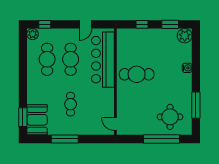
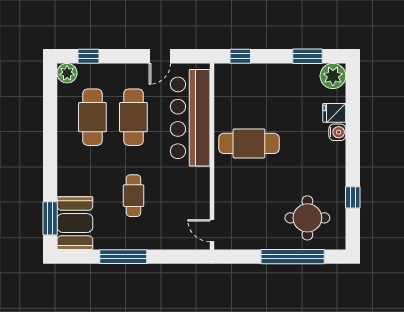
window: (142, 24) -> (240, 56), moved
fridge: (185, 57) -> (334, 113), added
window: (196, 105) -> (353, 197), width x0.46

